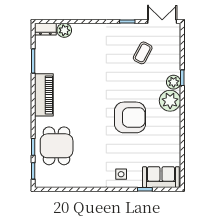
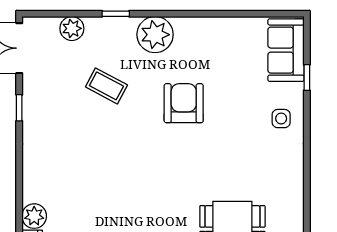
coffee table: (143, 53) -> (106, 86), moved
plant: (174, 82) -> (72, 28), moved
armchair: (130, 117) -> (184, 103), width x0.73, depth x0.73

